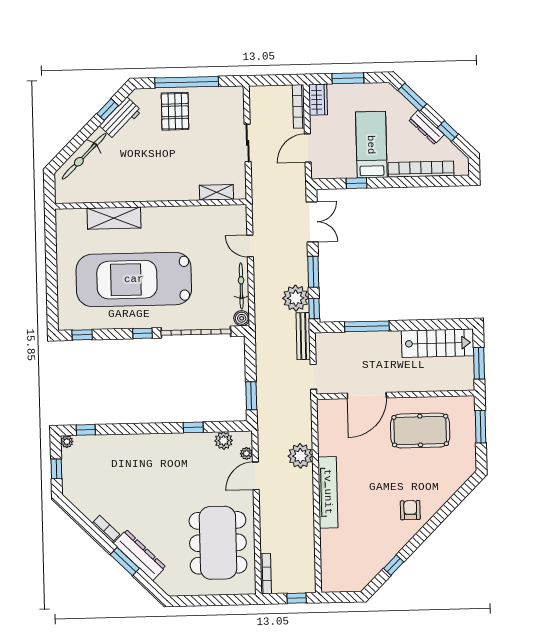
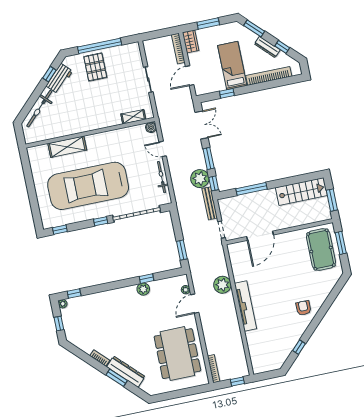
boiler: (242, 318) -> (151, 127), moved
pool table: (420, 431) -> (321, 250), moved, turned 90
plant: (224, 441) -> (143, 289), moved

